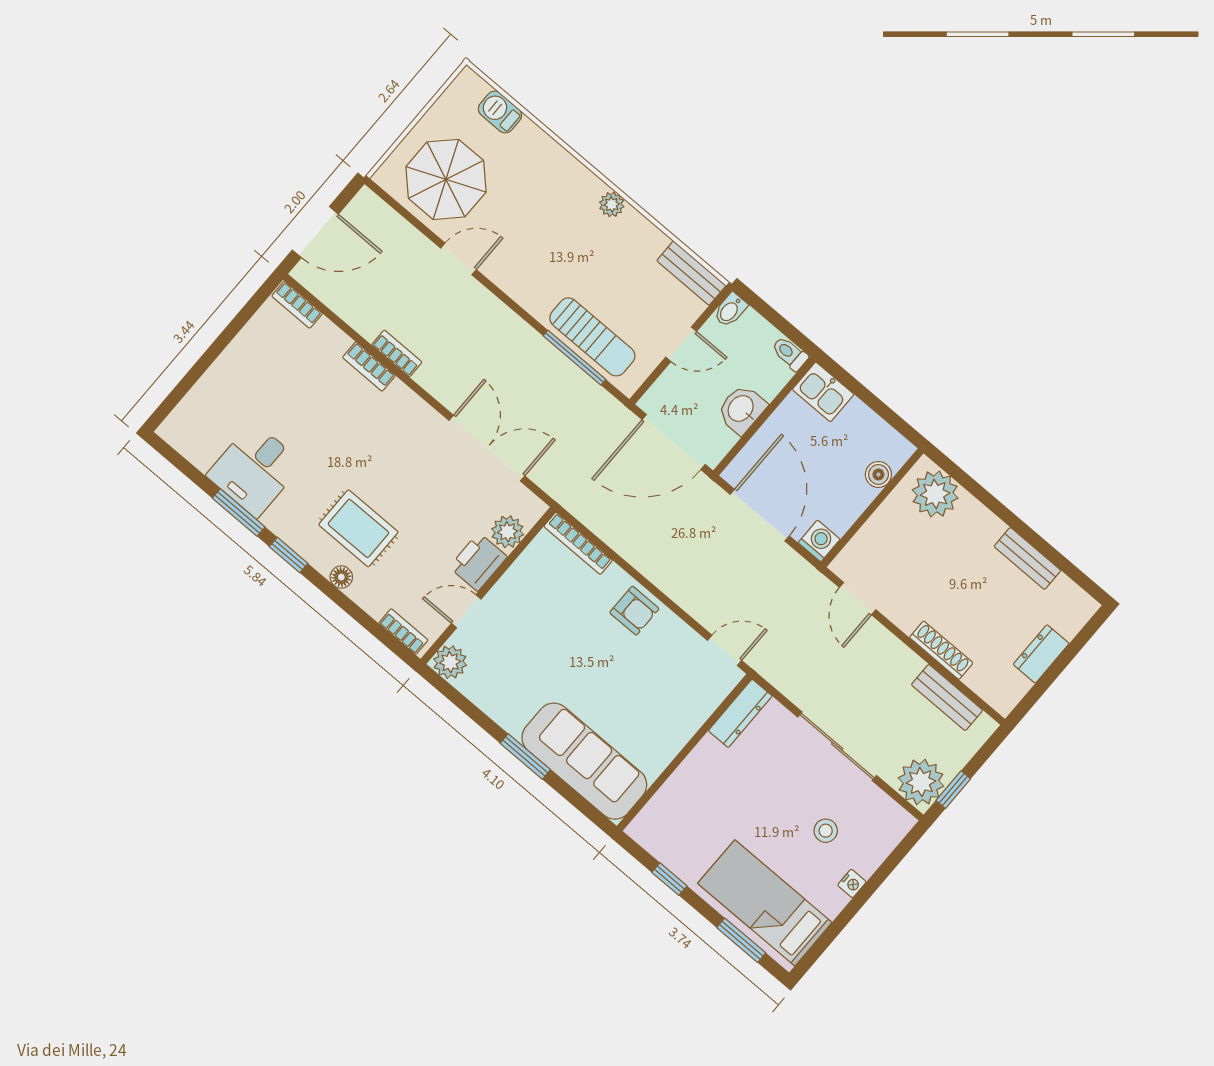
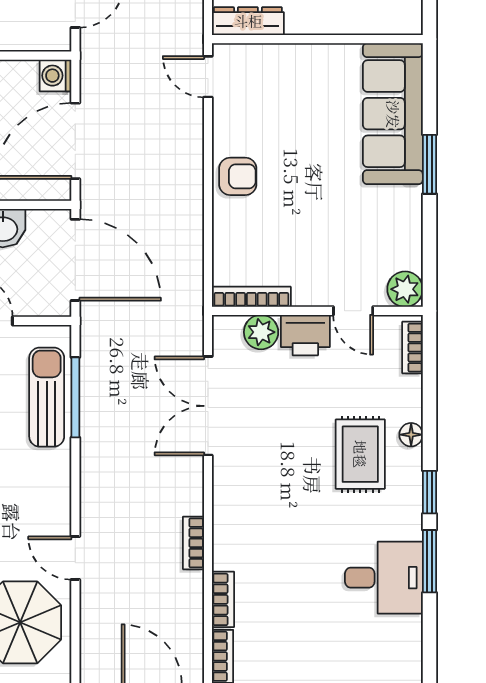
bookcase: (369, 367) -> (223, 599), moved
bookcase: (578, 543) -> (251, 297), moved, turned -90
armchair: (634, 611) -> (238, 176), turned 90

